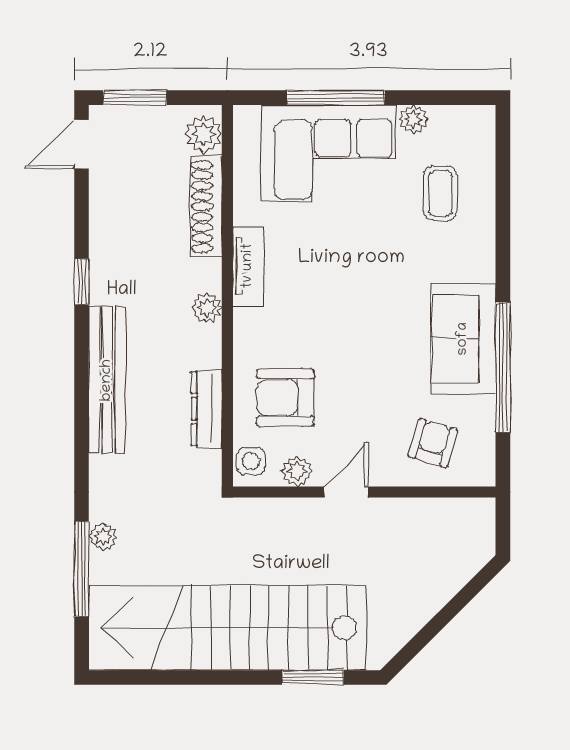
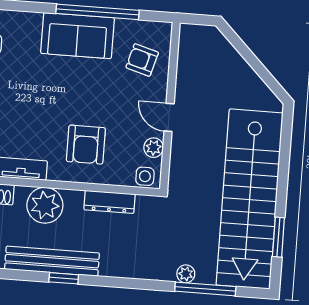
window: (82, 282) -> (64, 278), moved
plant: (207, 308) -> (45, 205), width x1.87, depth x1.87
bench: (107, 380) -> (52, 261), moved
armchair: (285, 397) -> (86, 145), moved
window: (313, 677) -> (278, 237), moved

